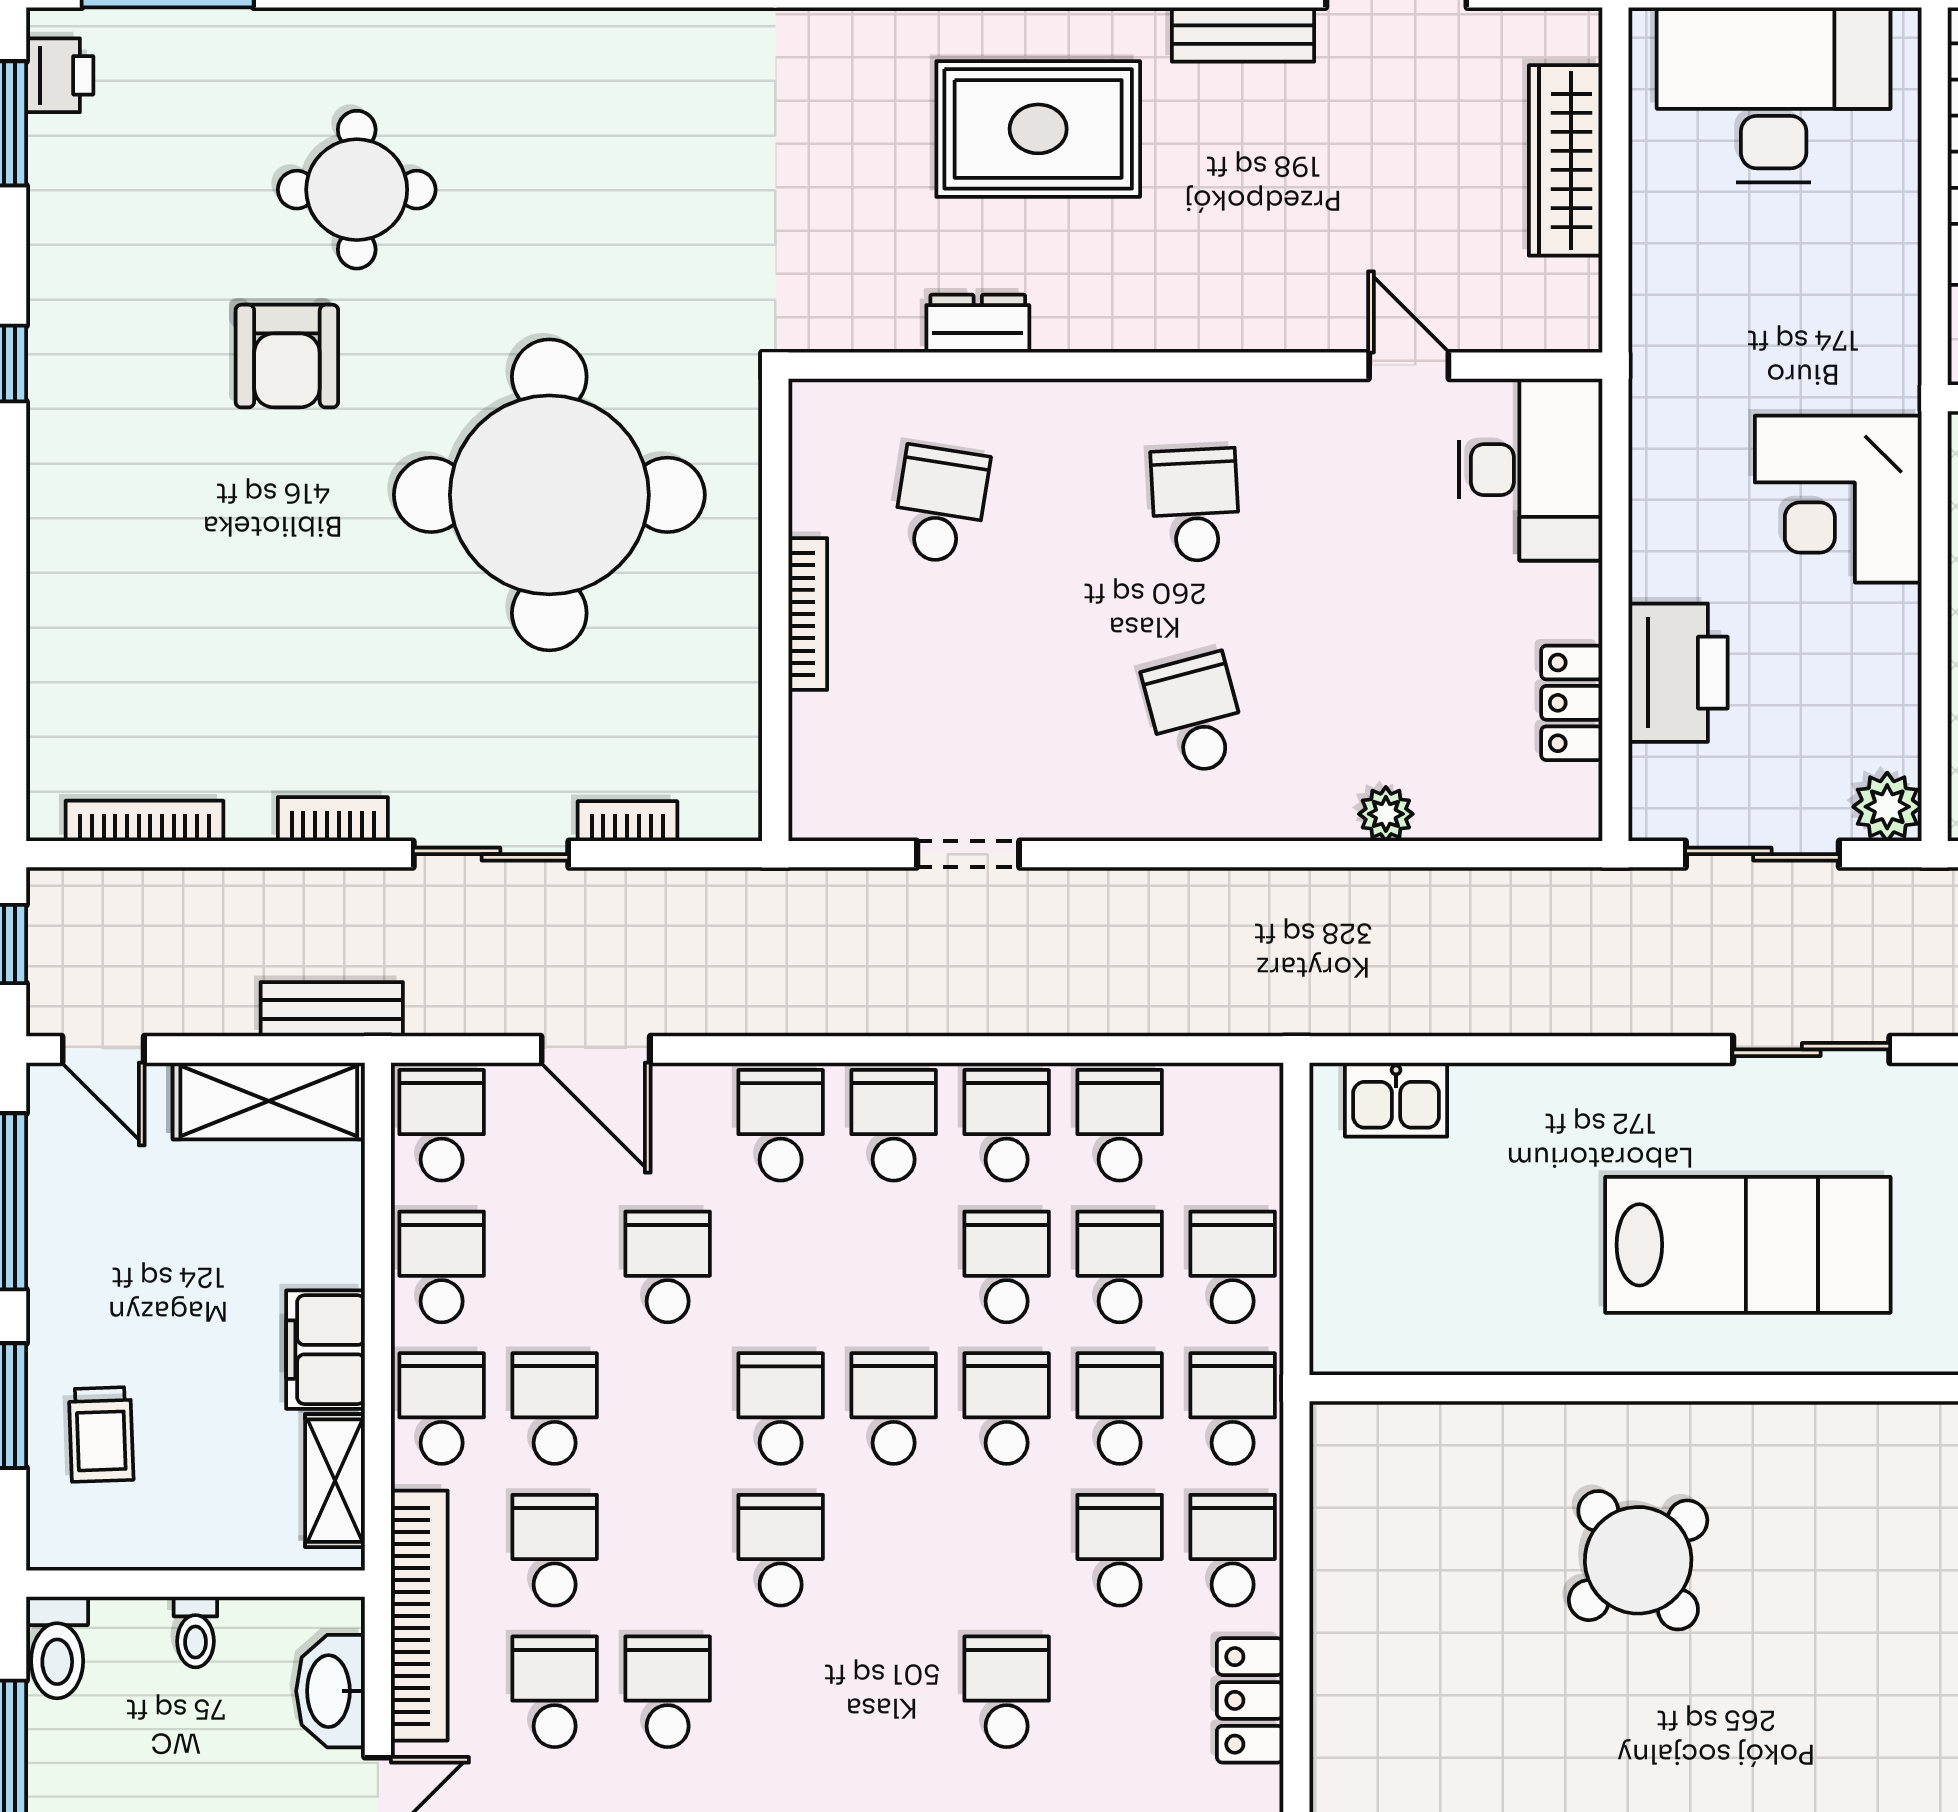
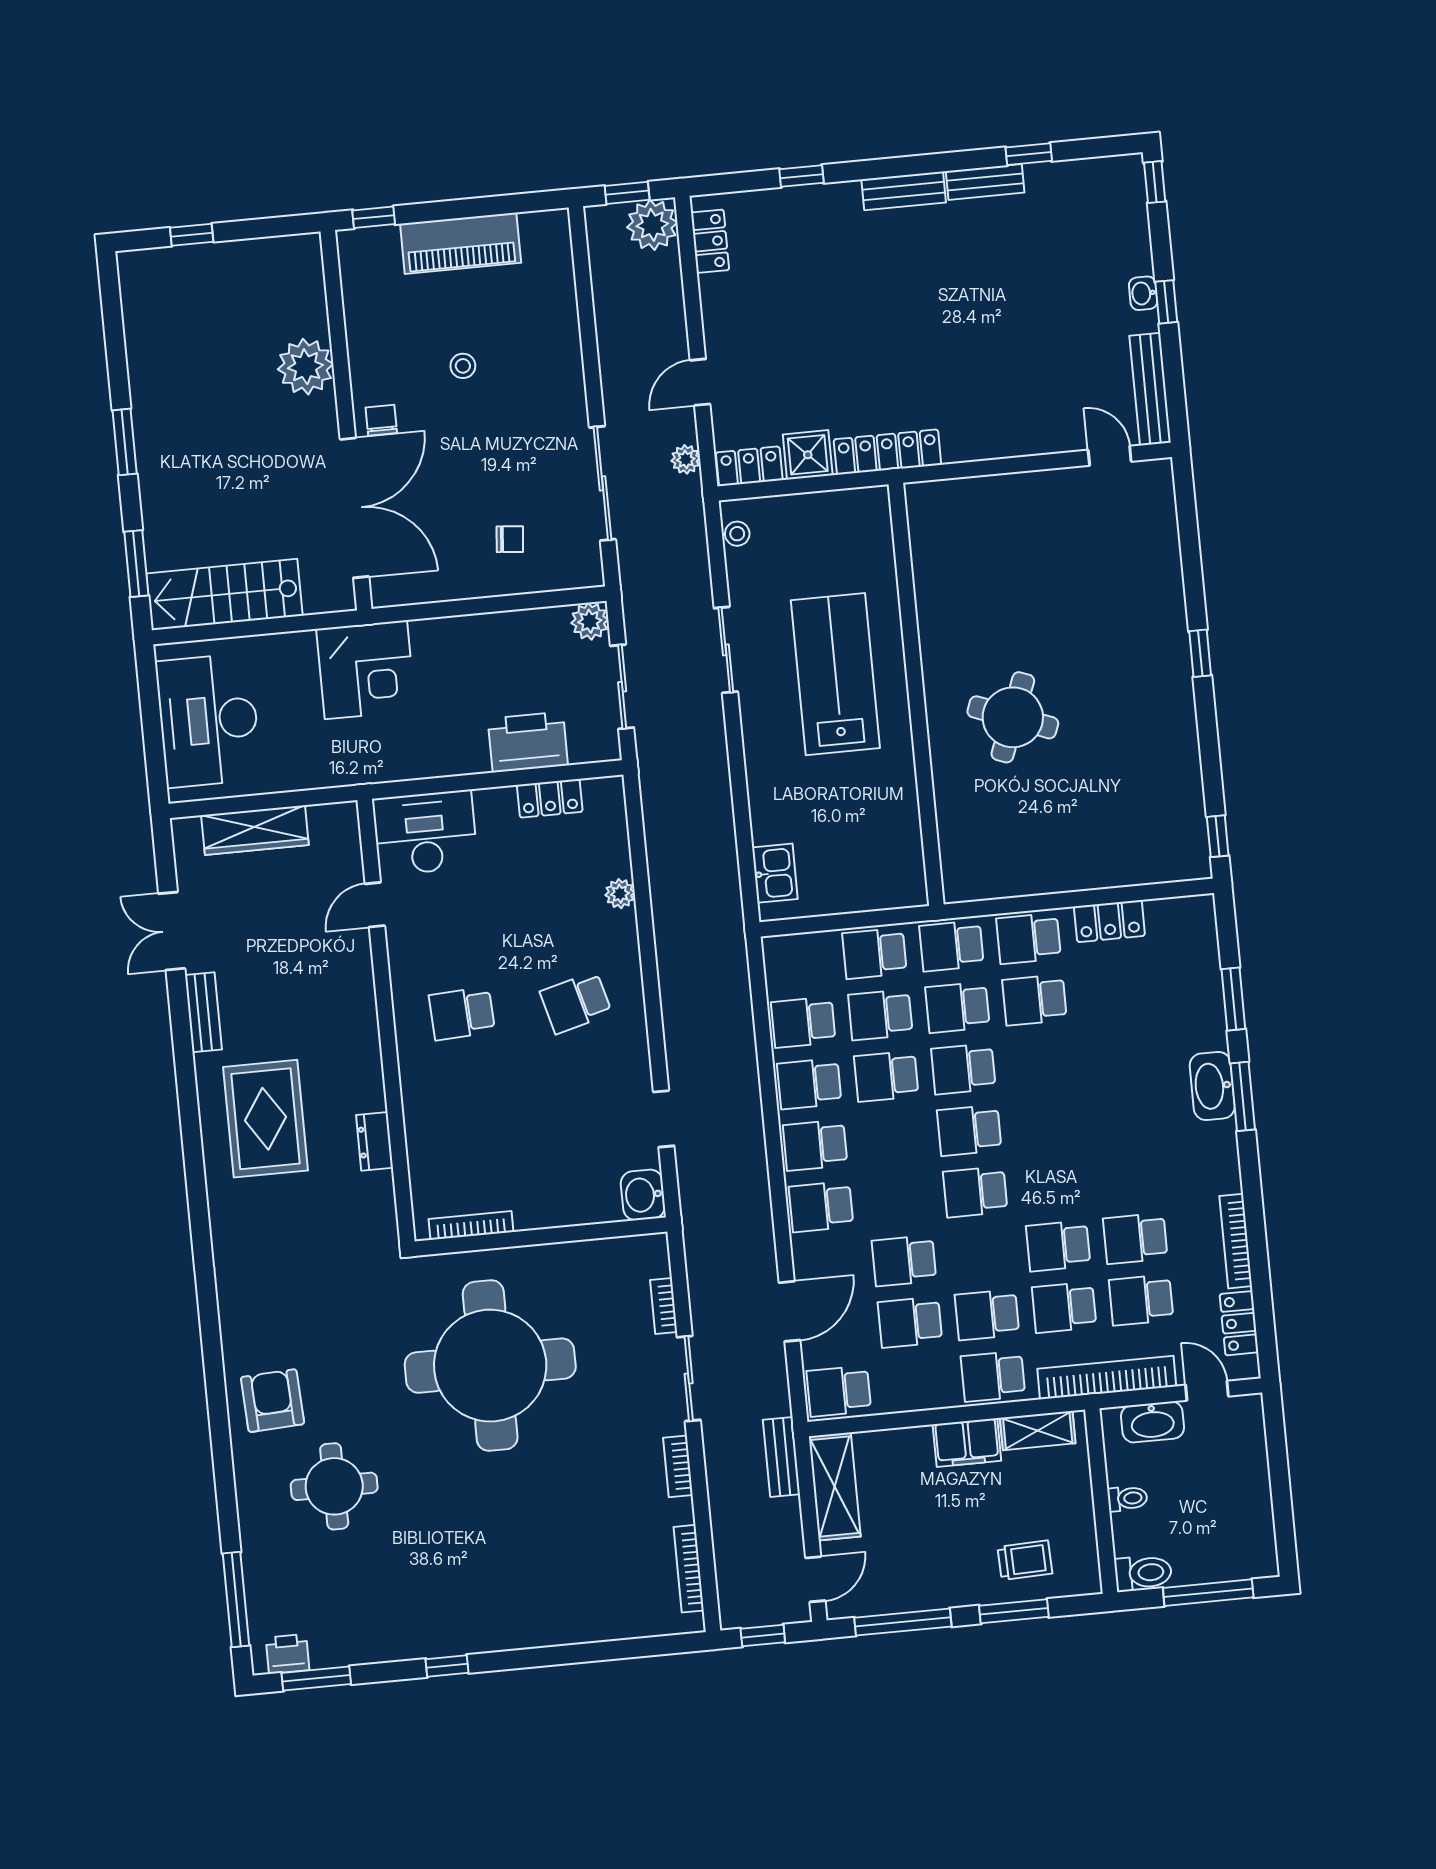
armchair: (287, 356) -> (272, 1401), moved, turned -93
corner desk: (1838, 499) -> (366, 670), moved
school desk: (941, 505) -> (475, 1152), removed
bookcase: (808, 614) -> (471, 1226), moved
washbasin: (833, 803) -> (643, 1195), added
school desk: (442, 1267) -> (910, 1322), moved
school desk: (781, 1550) -> (1058, 1246), moved
round table: (1638, 1560) -> (1013, 717), turned -30
school desk: (1007, 1692) -> (1117, 1054), removed

